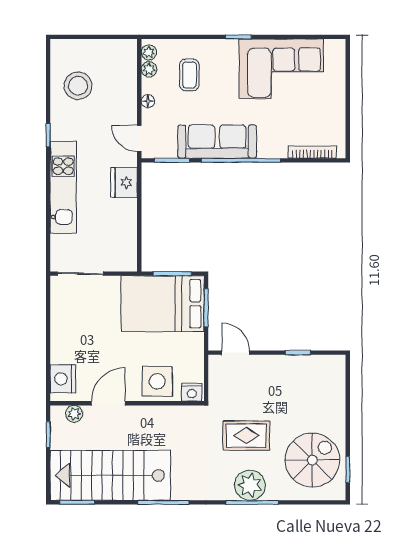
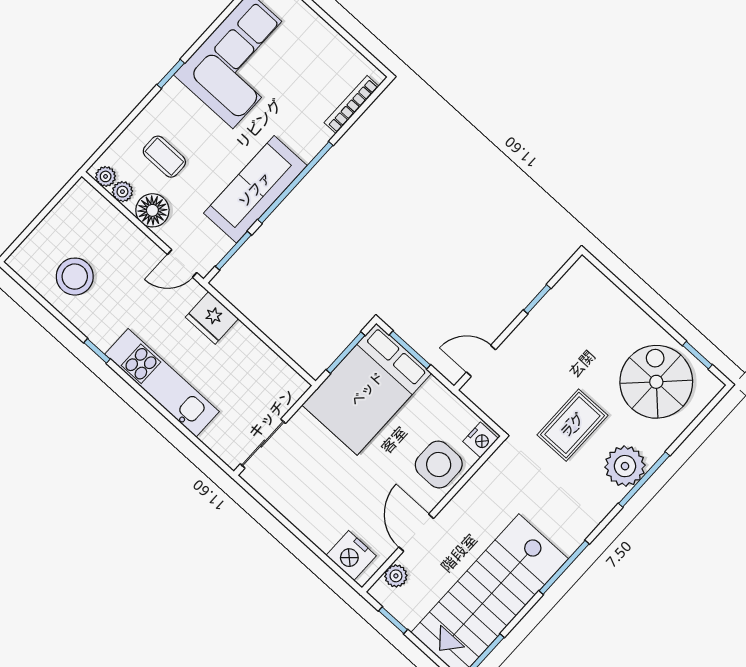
floor lamp: (148, 101) -> (152, 210), width x1.89, depth x1.89

